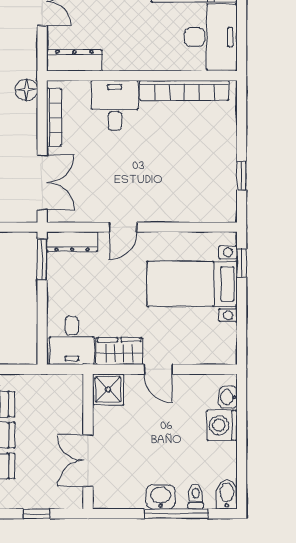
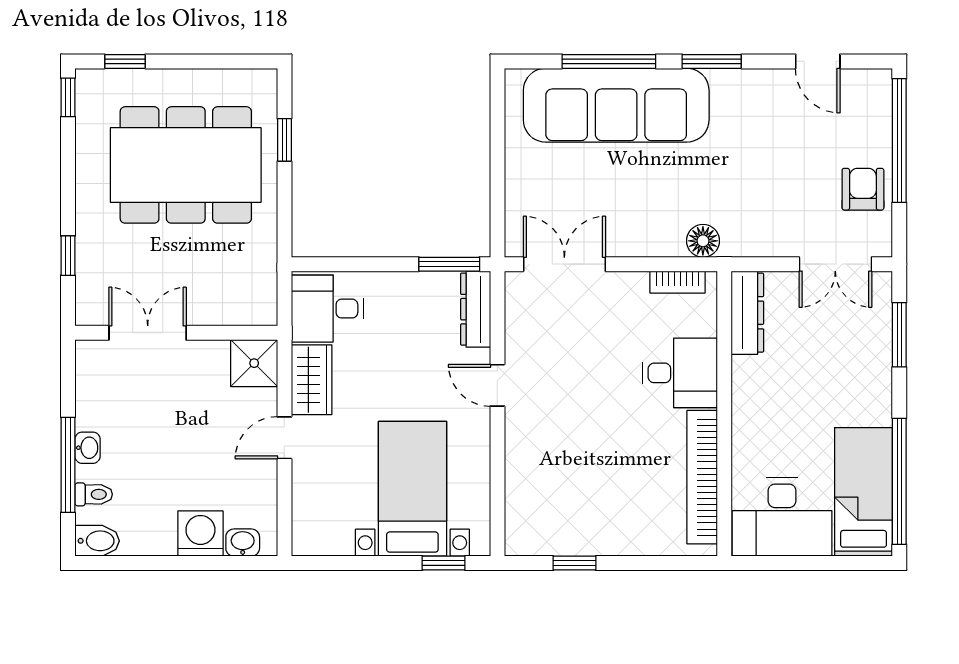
bookcase: (54, 117) -> (677, 282), width x0.64
double door: (42, 182) -> (564, 264), swing flipped
washbasin: (161, 497) -> (88, 448), width x0.72, depth x0.69

